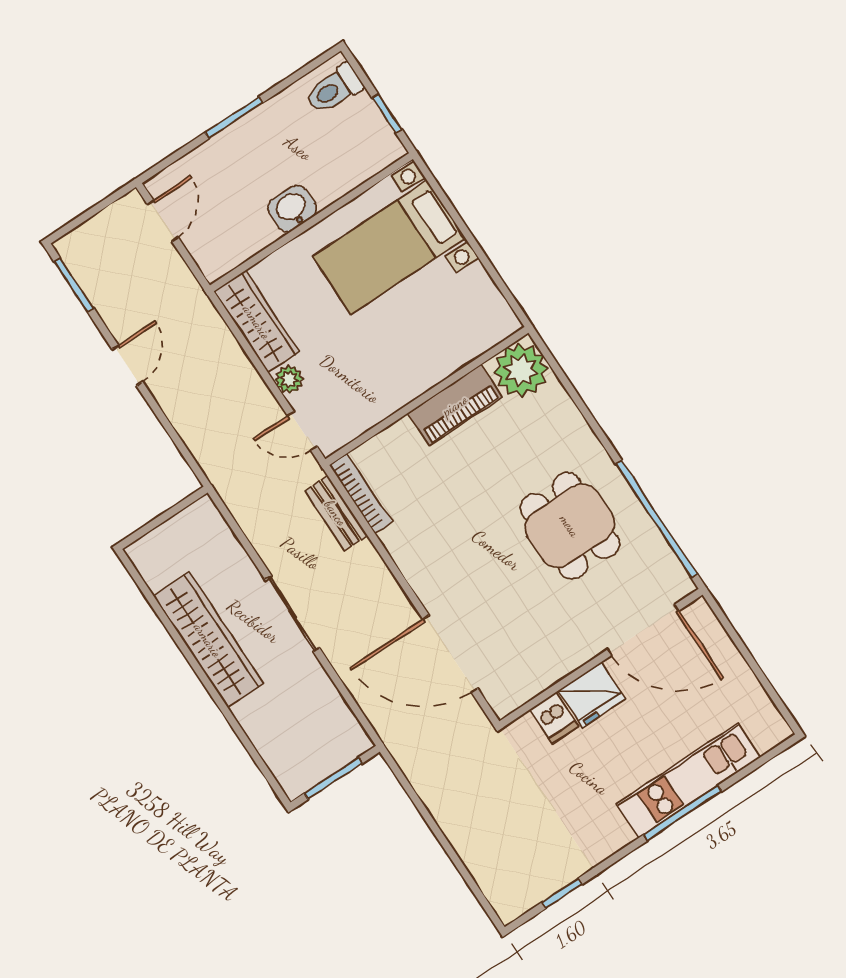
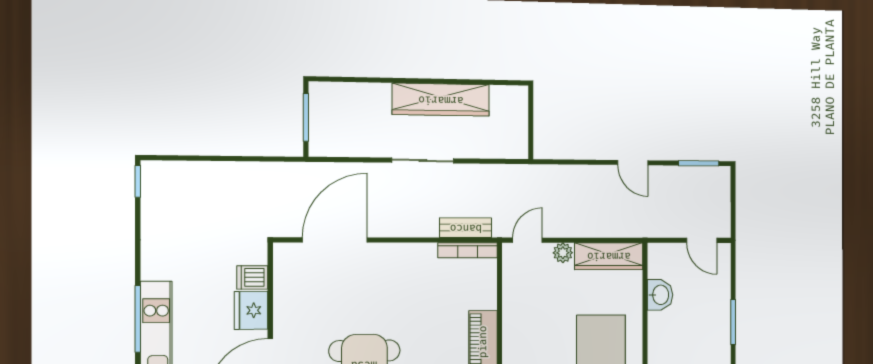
washbasin: (292, 209) -> (660, 295), moved
window: (562, 893) -> (138, 181), moved

